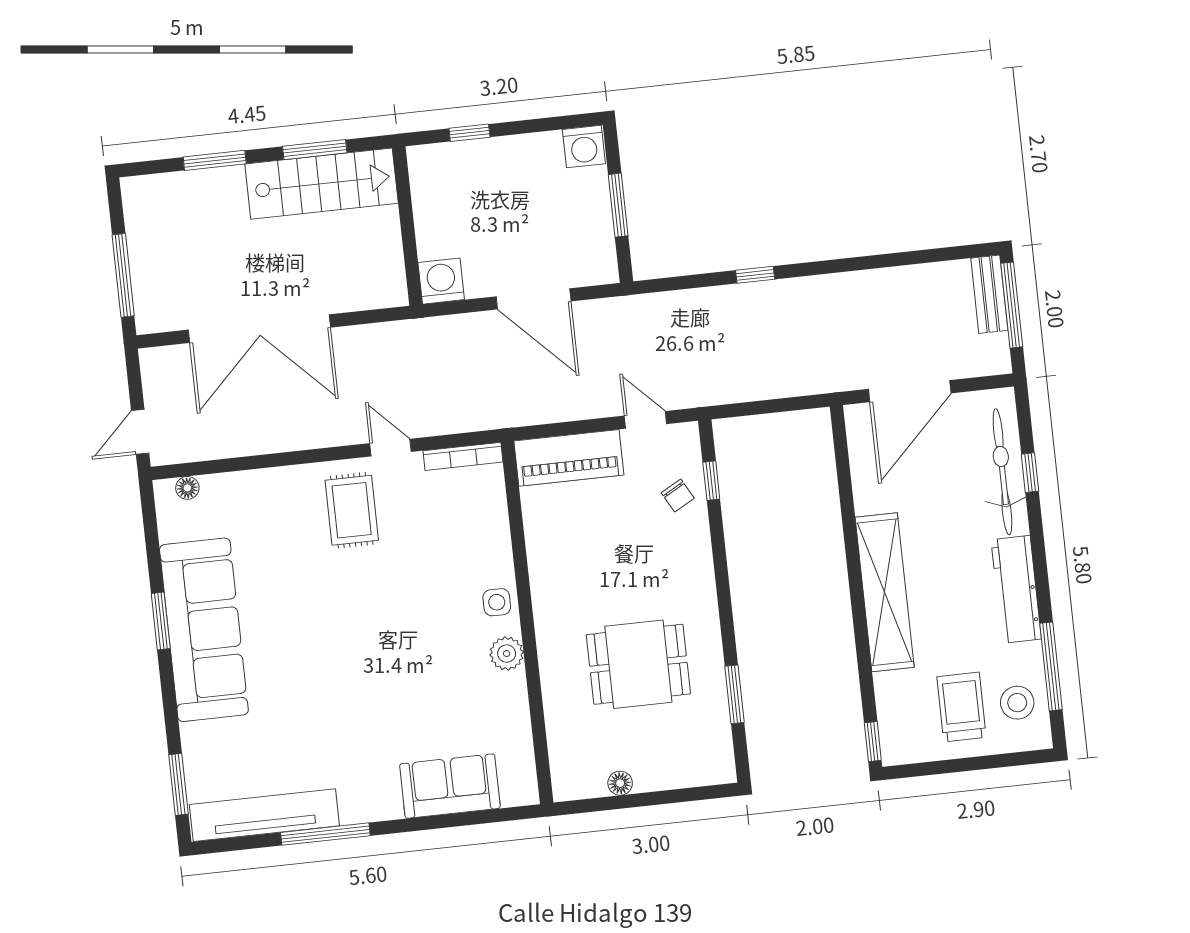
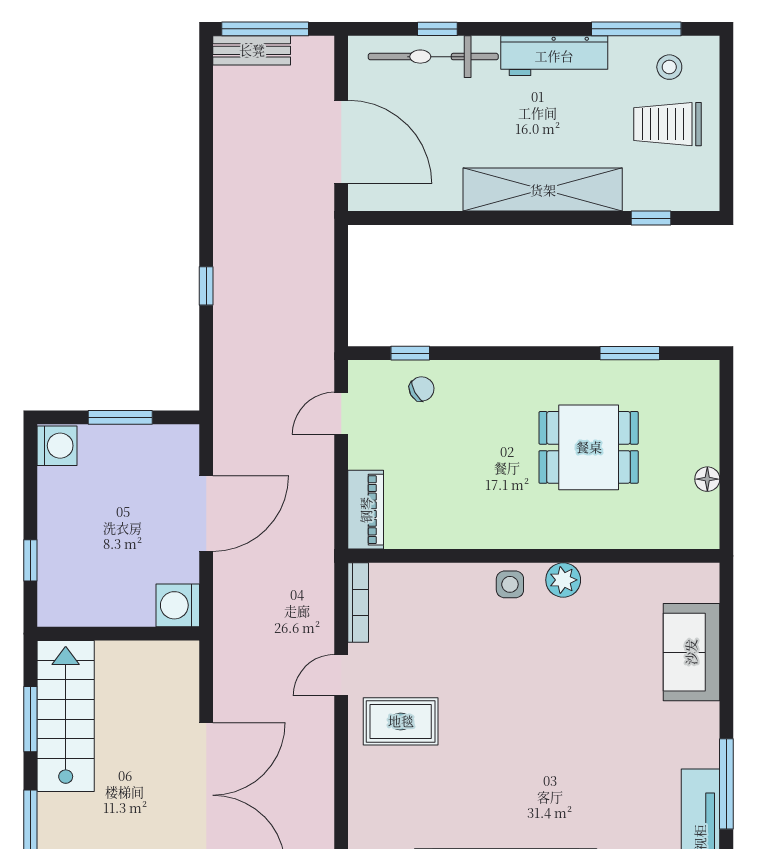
piano: (569, 458) -> (366, 510), width x0.73, depth x0.75
dining table: (638, 664) -> (589, 447), turned 90
stool: (1017, 703) -> (669, 67), width x0.73, depth x0.73
window: (873, 742) -> (651, 218), moved

